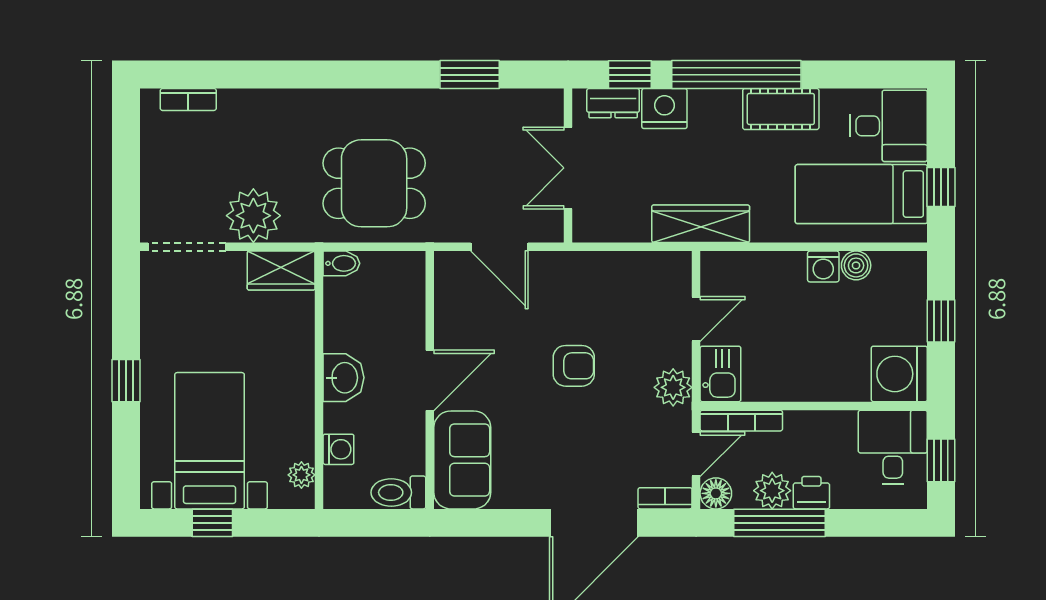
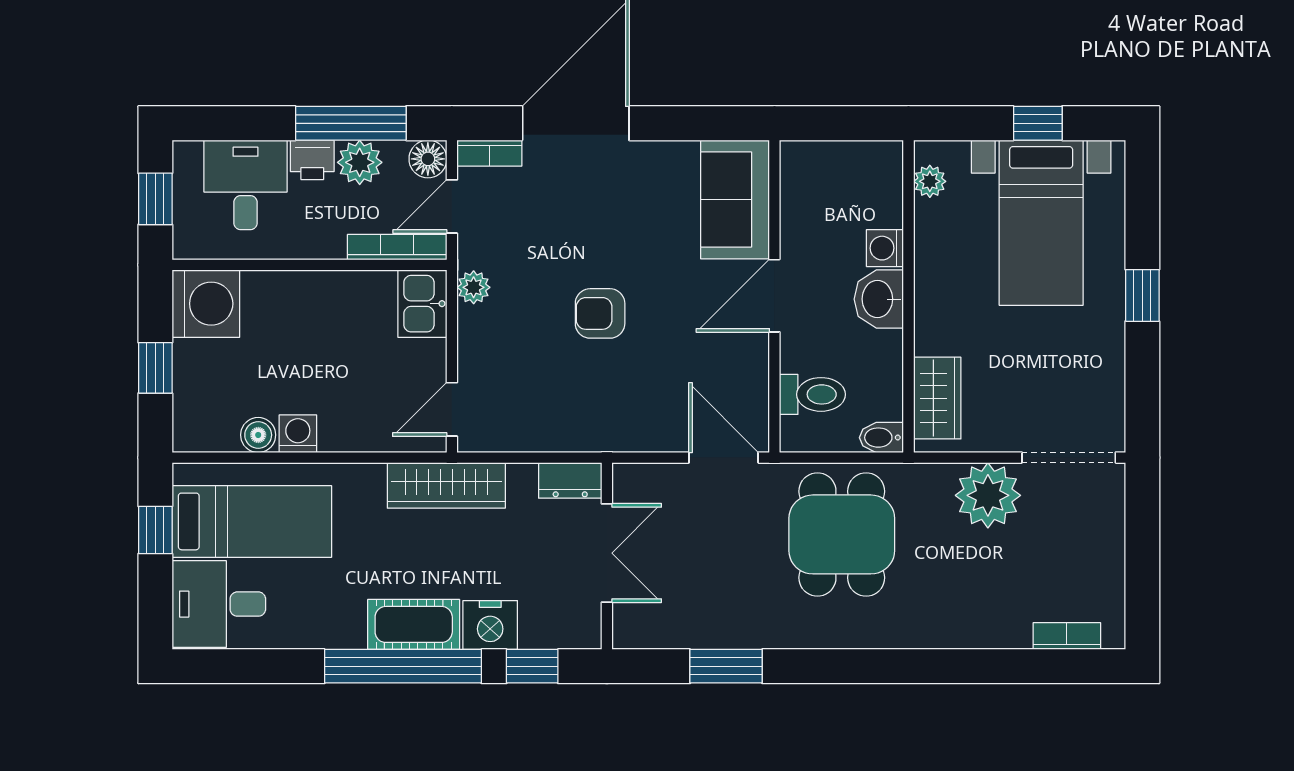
dresser: (613, 103) -> (570, 480), moved, turned 180
cot: (781, 109) -> (414, 624), moved
dining table: (374, 183) -> (842, 534), turned 90
door: (499, 247) -> (724, 458), moved
wardrobe: (281, 271) -> (937, 398), moved, turned 90
door: (696, 319) -> (452, 409), moved
plant: (673, 387) -> (474, 287), width x0.73, depth x0.73
desk: (893, 447) -> (245, 185), moved, turned 180
washing machine: (338, 449) -> (885, 248), moved
toilet: (398, 492) -> (812, 394), moved

